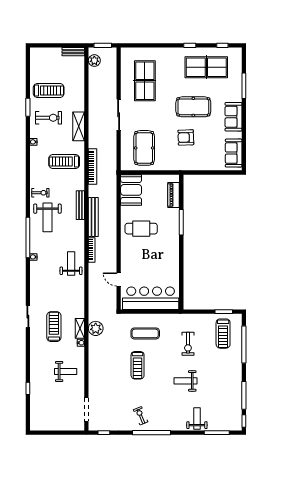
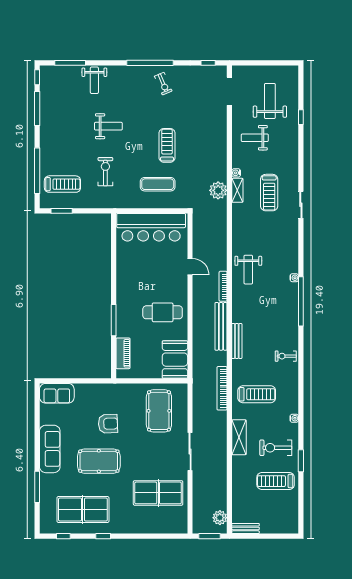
table tennis table: (145, 81) -> (158, 493), turned 90
sofa: (233, 117) -> (50, 449), width x1.36
sofa: (234, 153) -> (57, 393), moved, turned 90
weight bench: (47, 217) -> (270, 101), moved
door: (119, 279) -> (190, 267), moved
treadmill: (223, 334) -> (62, 184), turned 90

